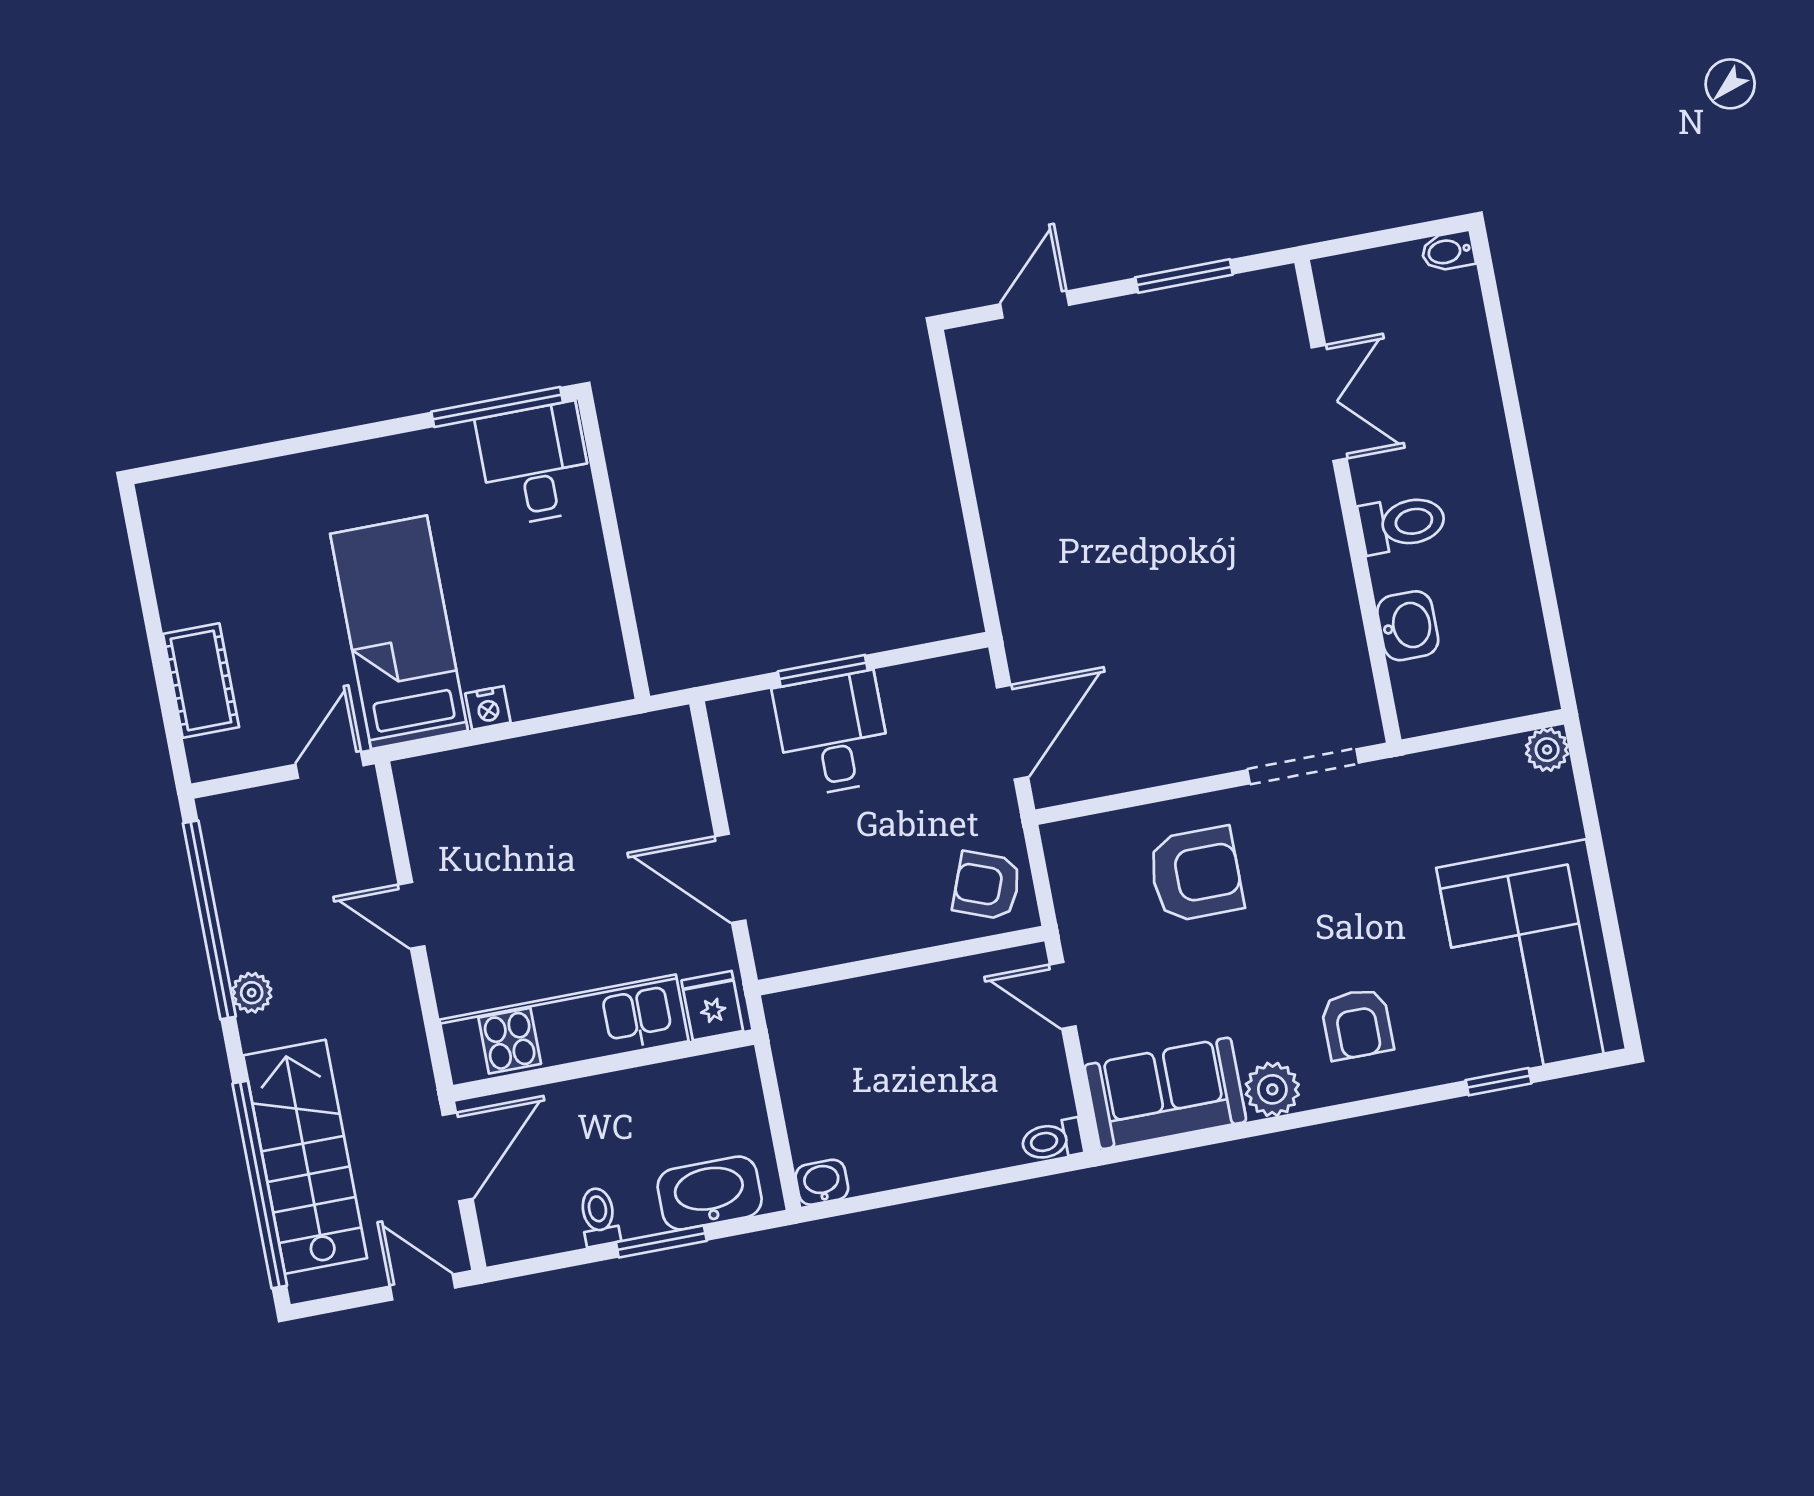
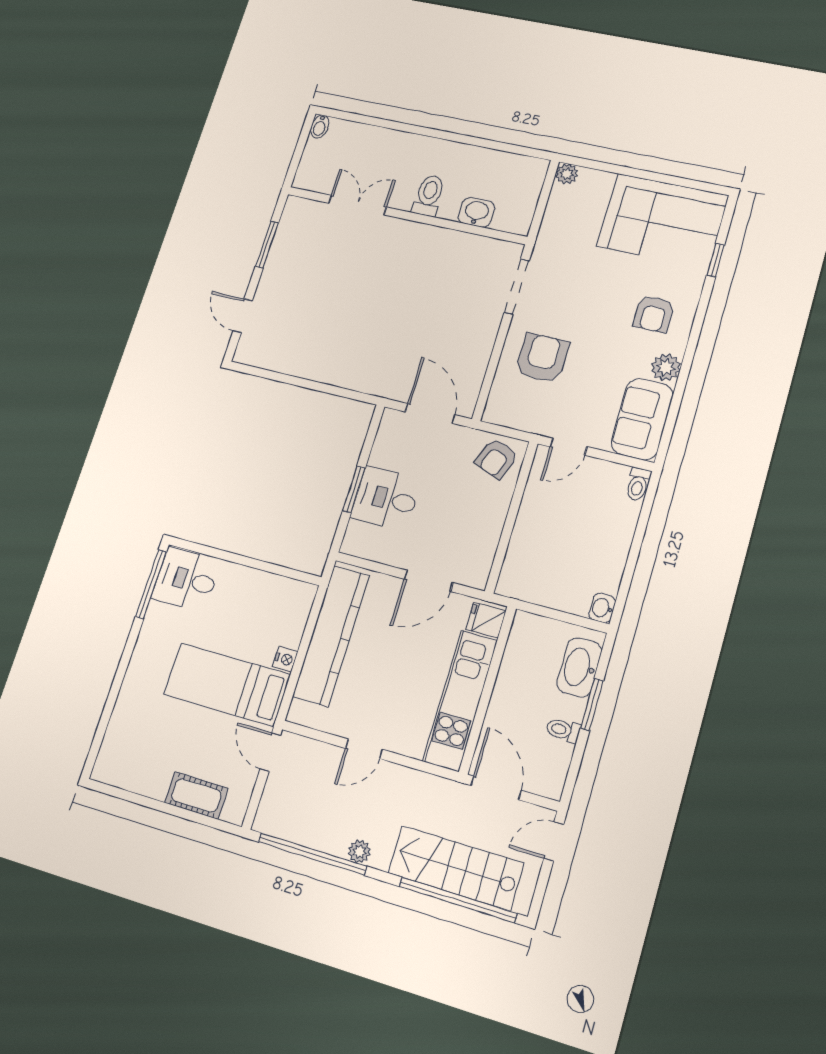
kitchen counter: (563, 764) -> (331, 636), added
armchair: (1357, 1024) -> (654, 314), turned 90

